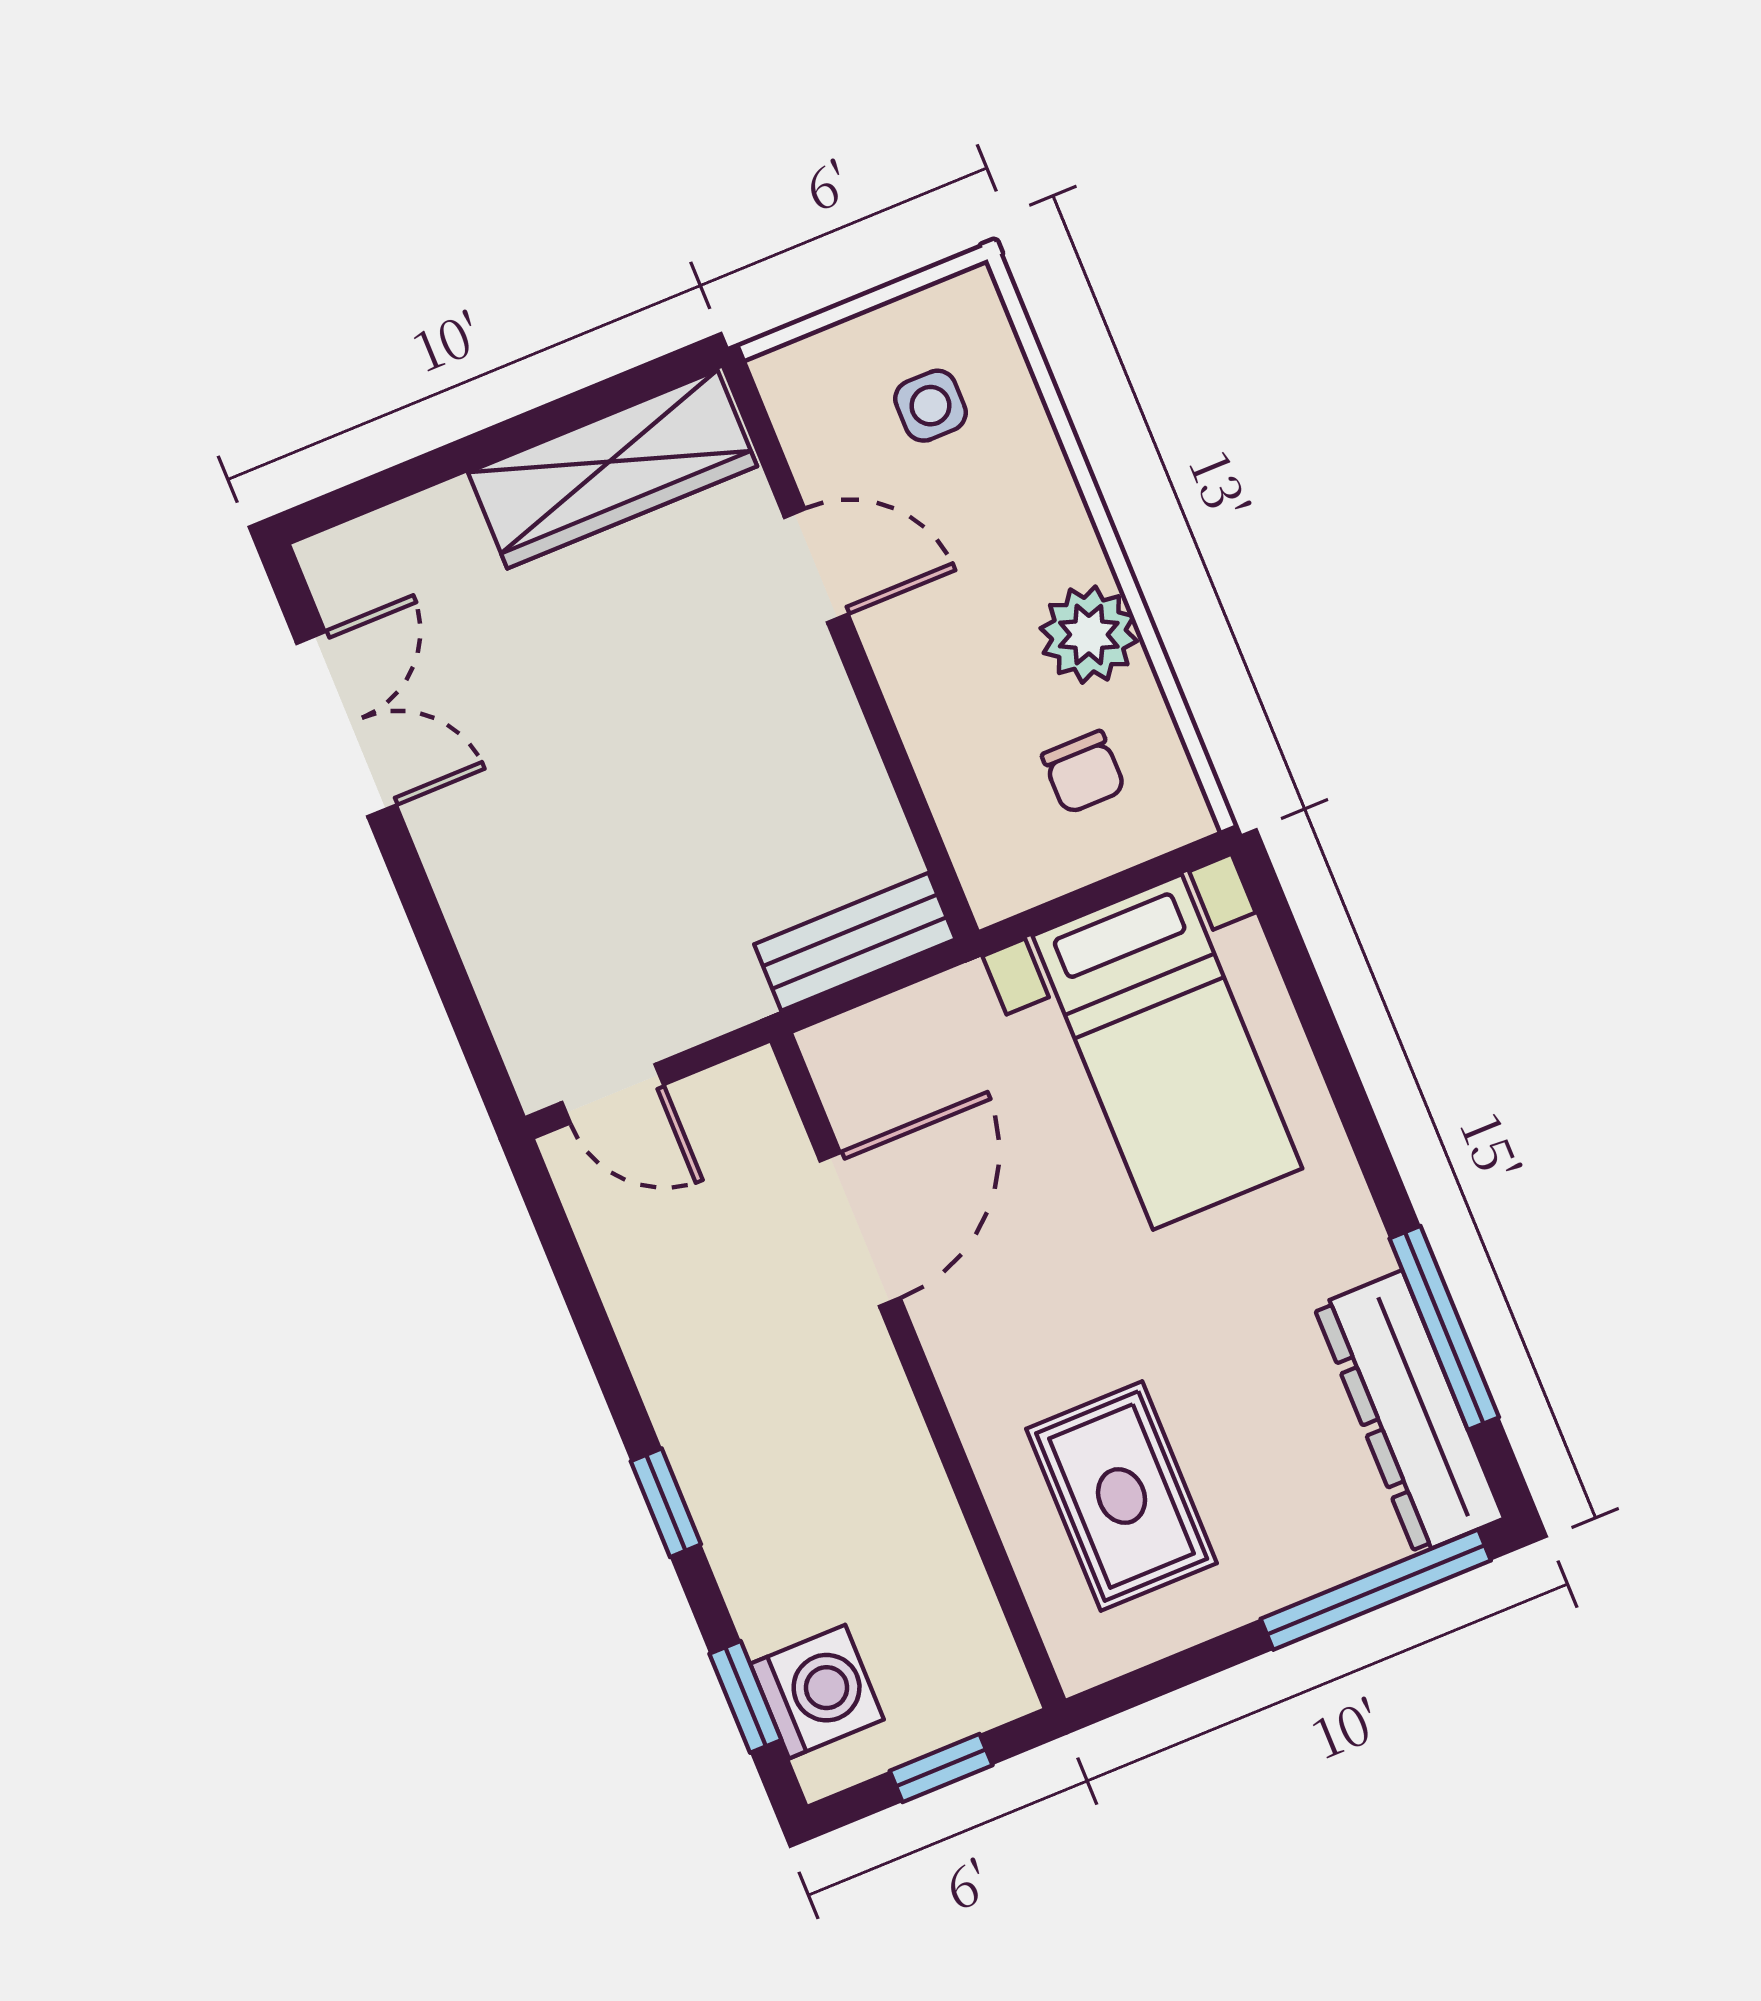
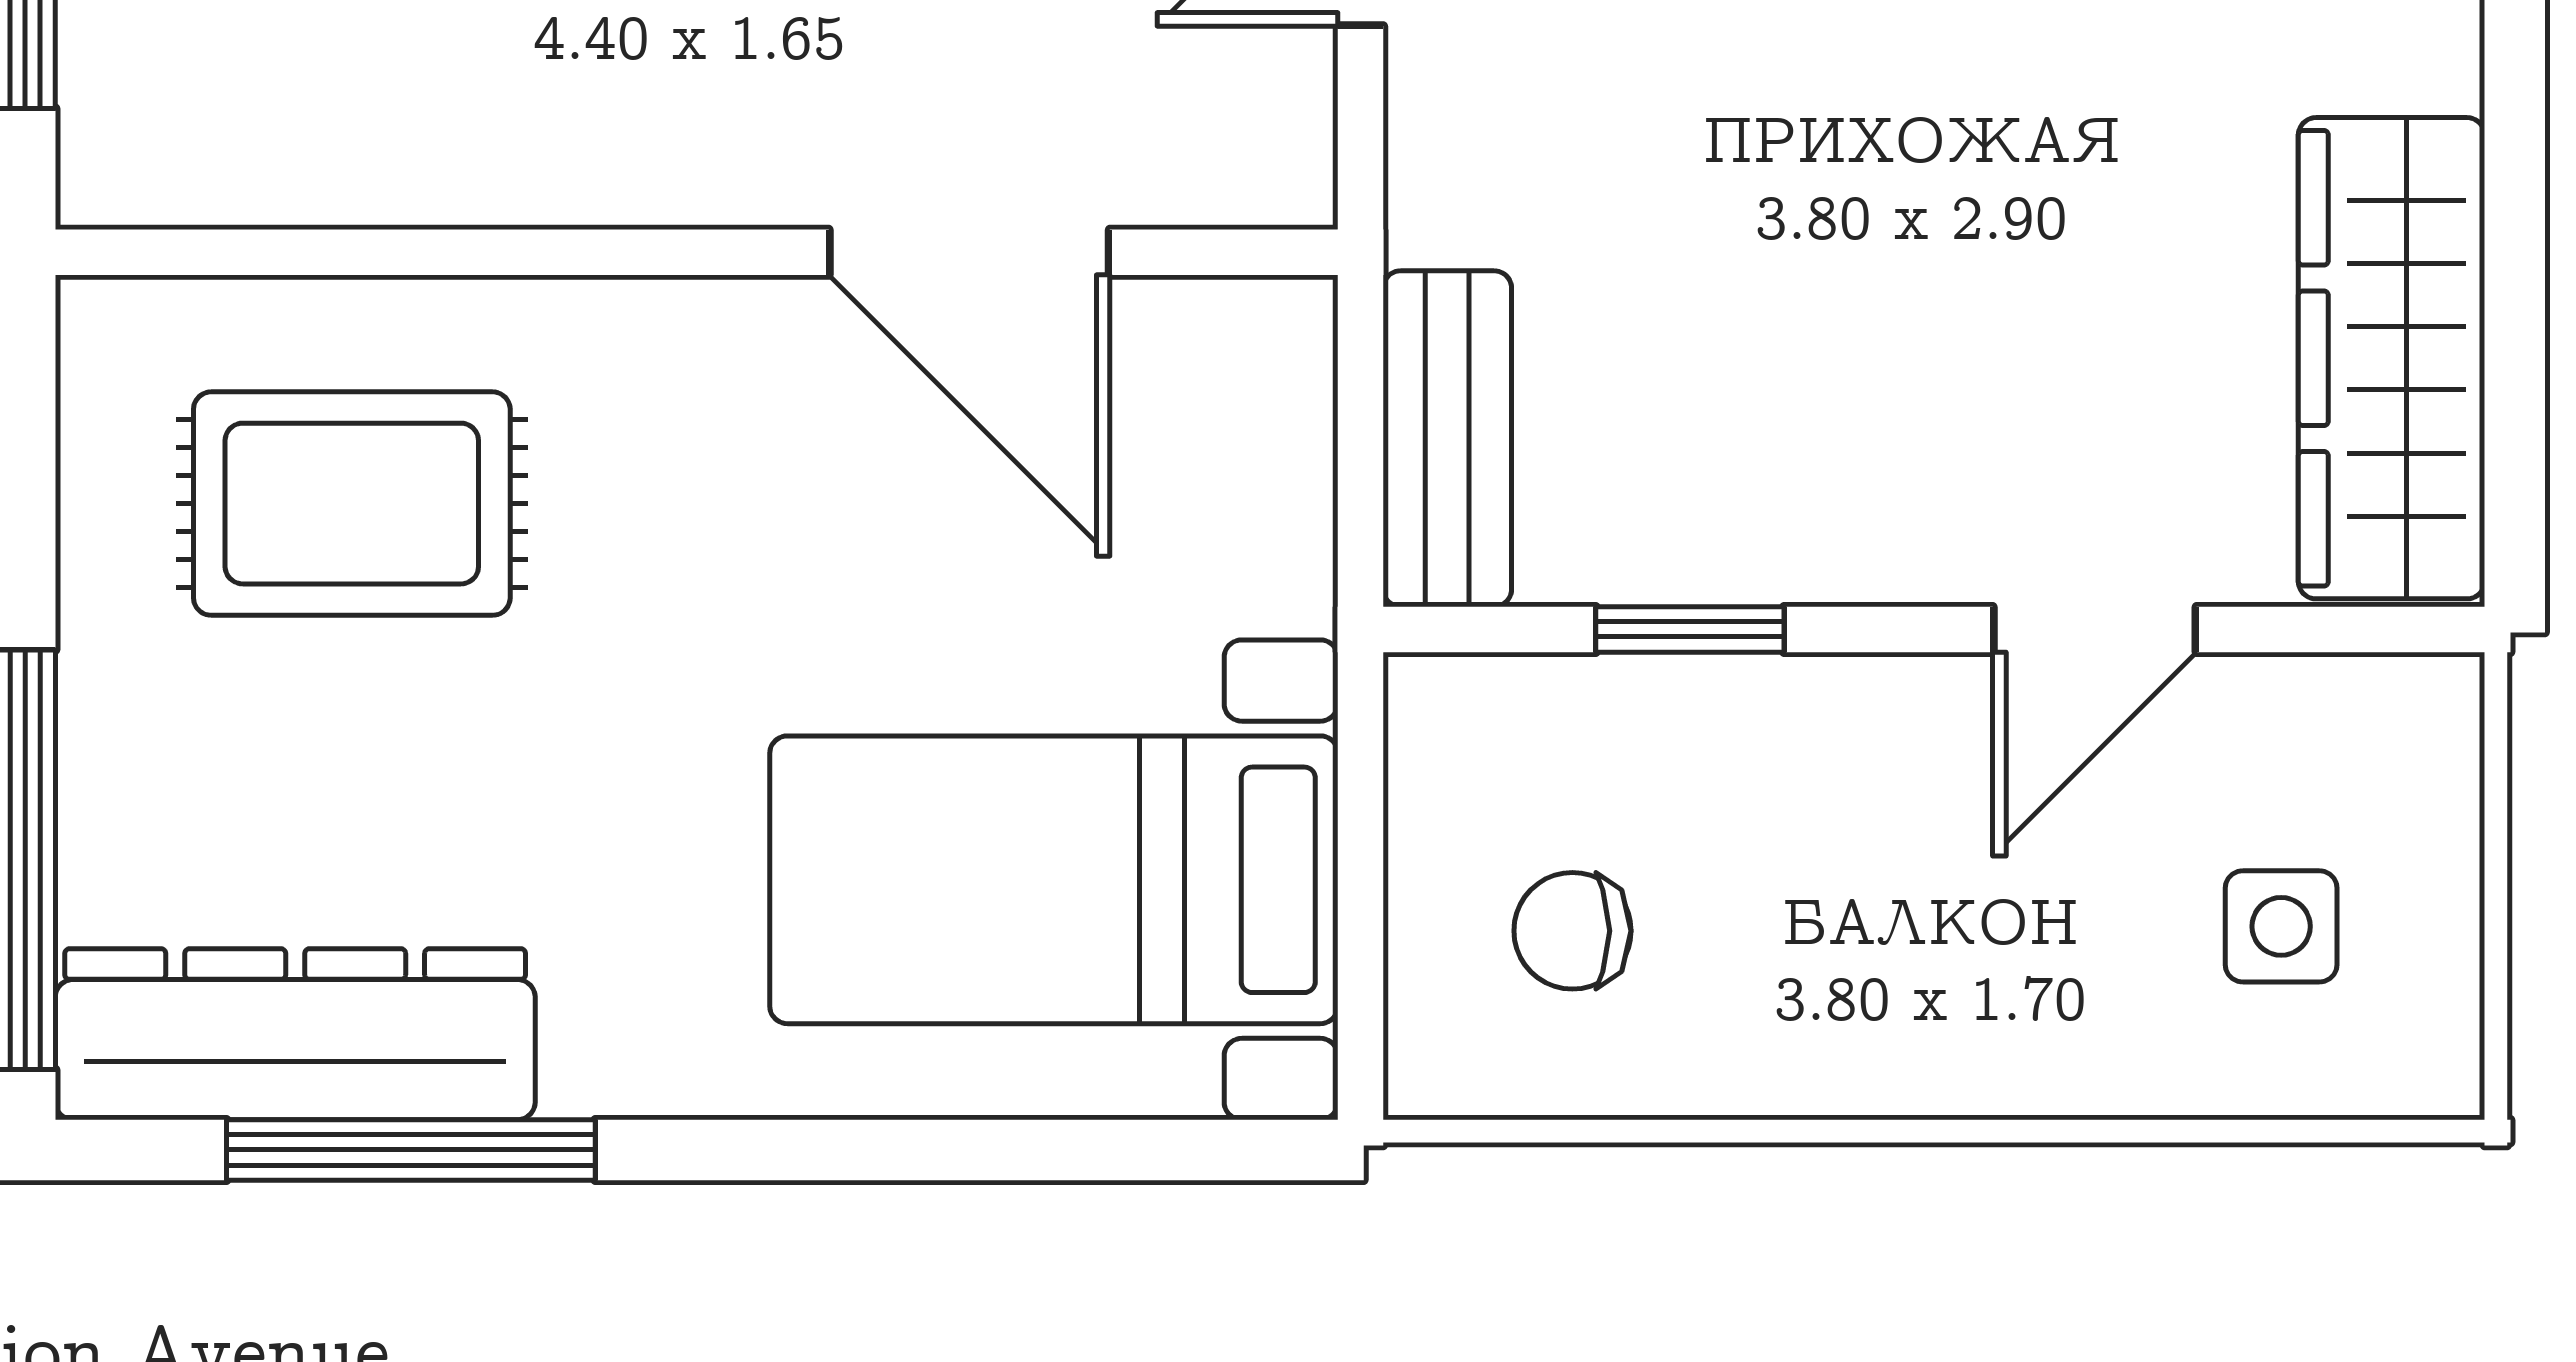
plant: (1089, 635) -> (1796, 1033), removed
window: (902, 775) -> (1690, 629), added

